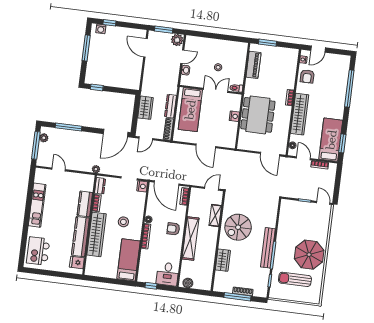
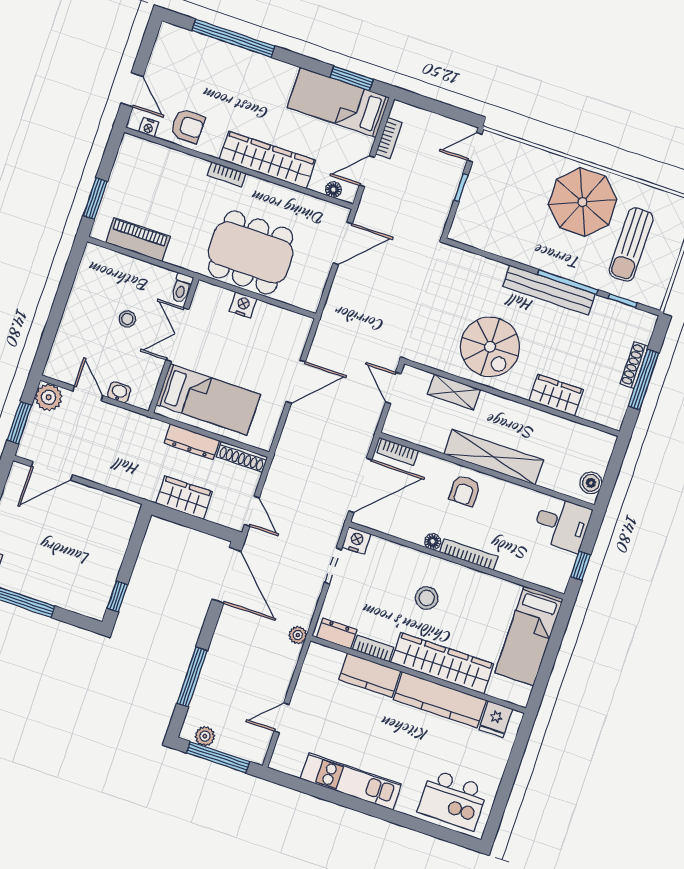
bed: (128, 260) -> (529, 636), moved, turned -90

